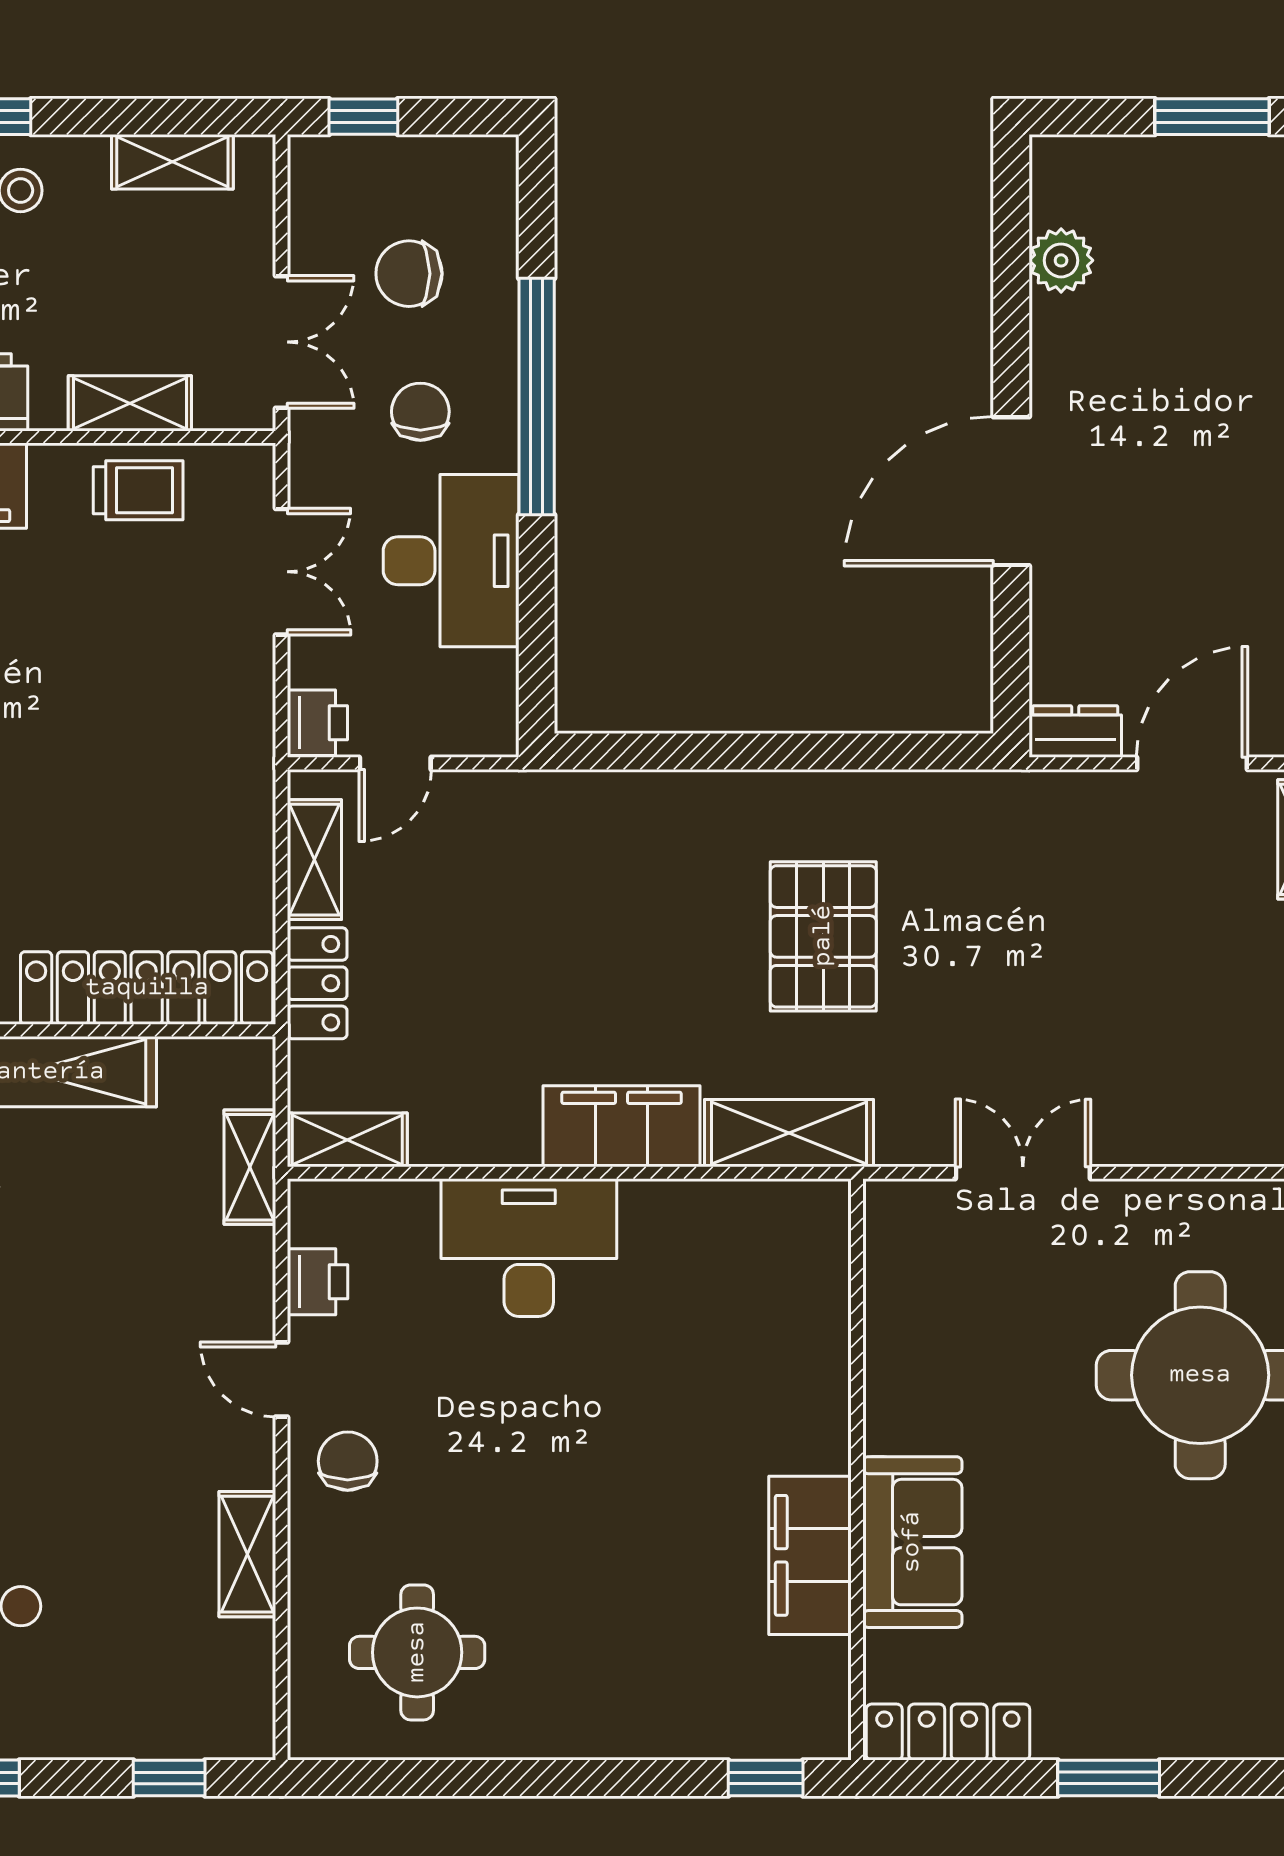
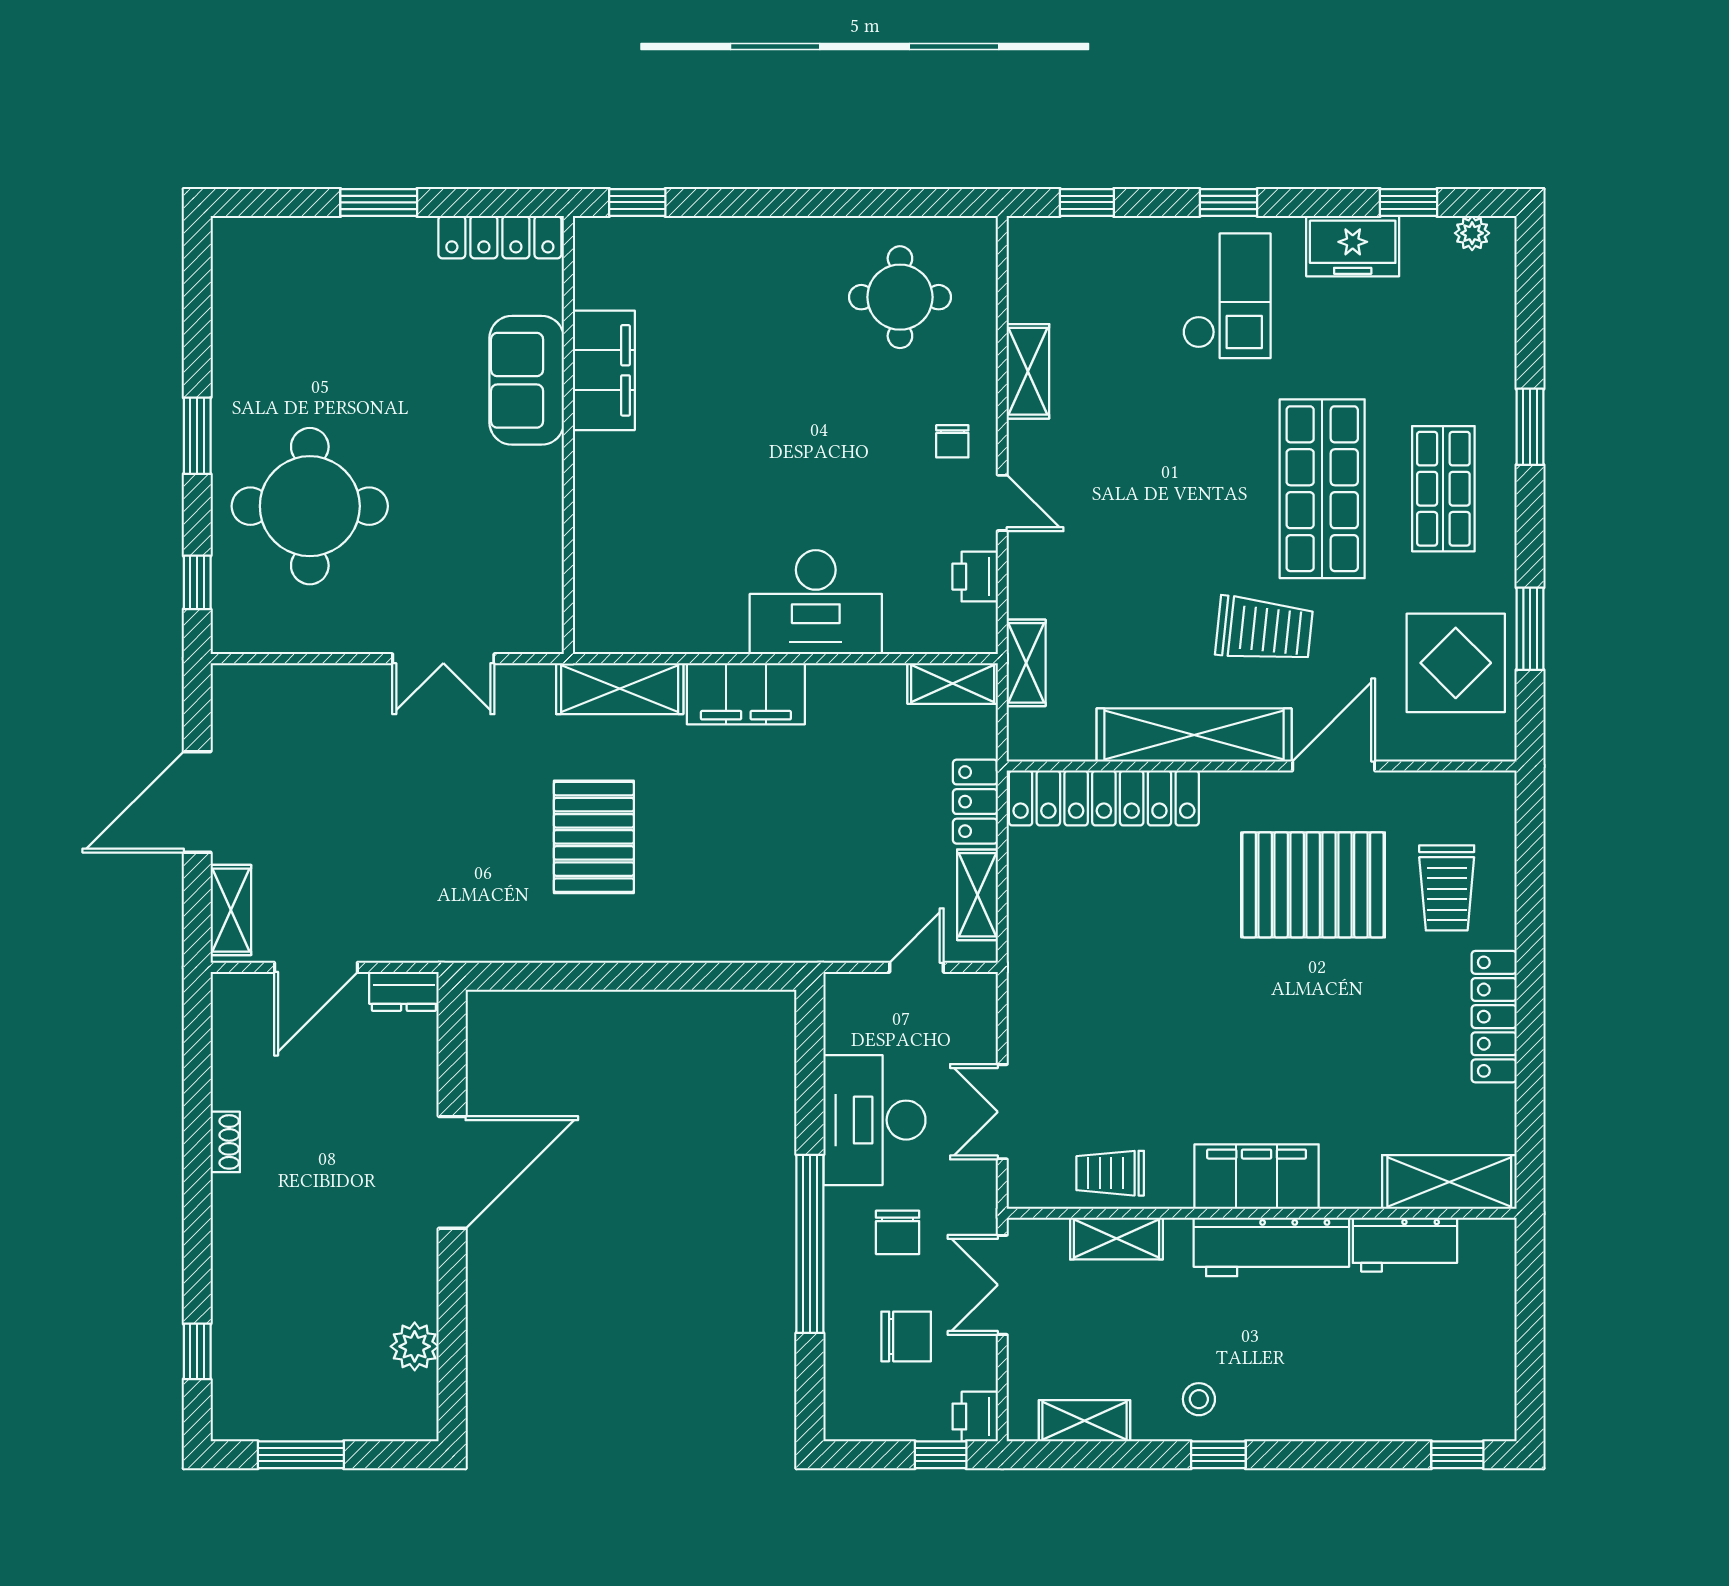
printer: (317, 723) -> (975, 1417), moved
chair: (348, 1461) -> (952, 441), width x0.73, depth x0.73

